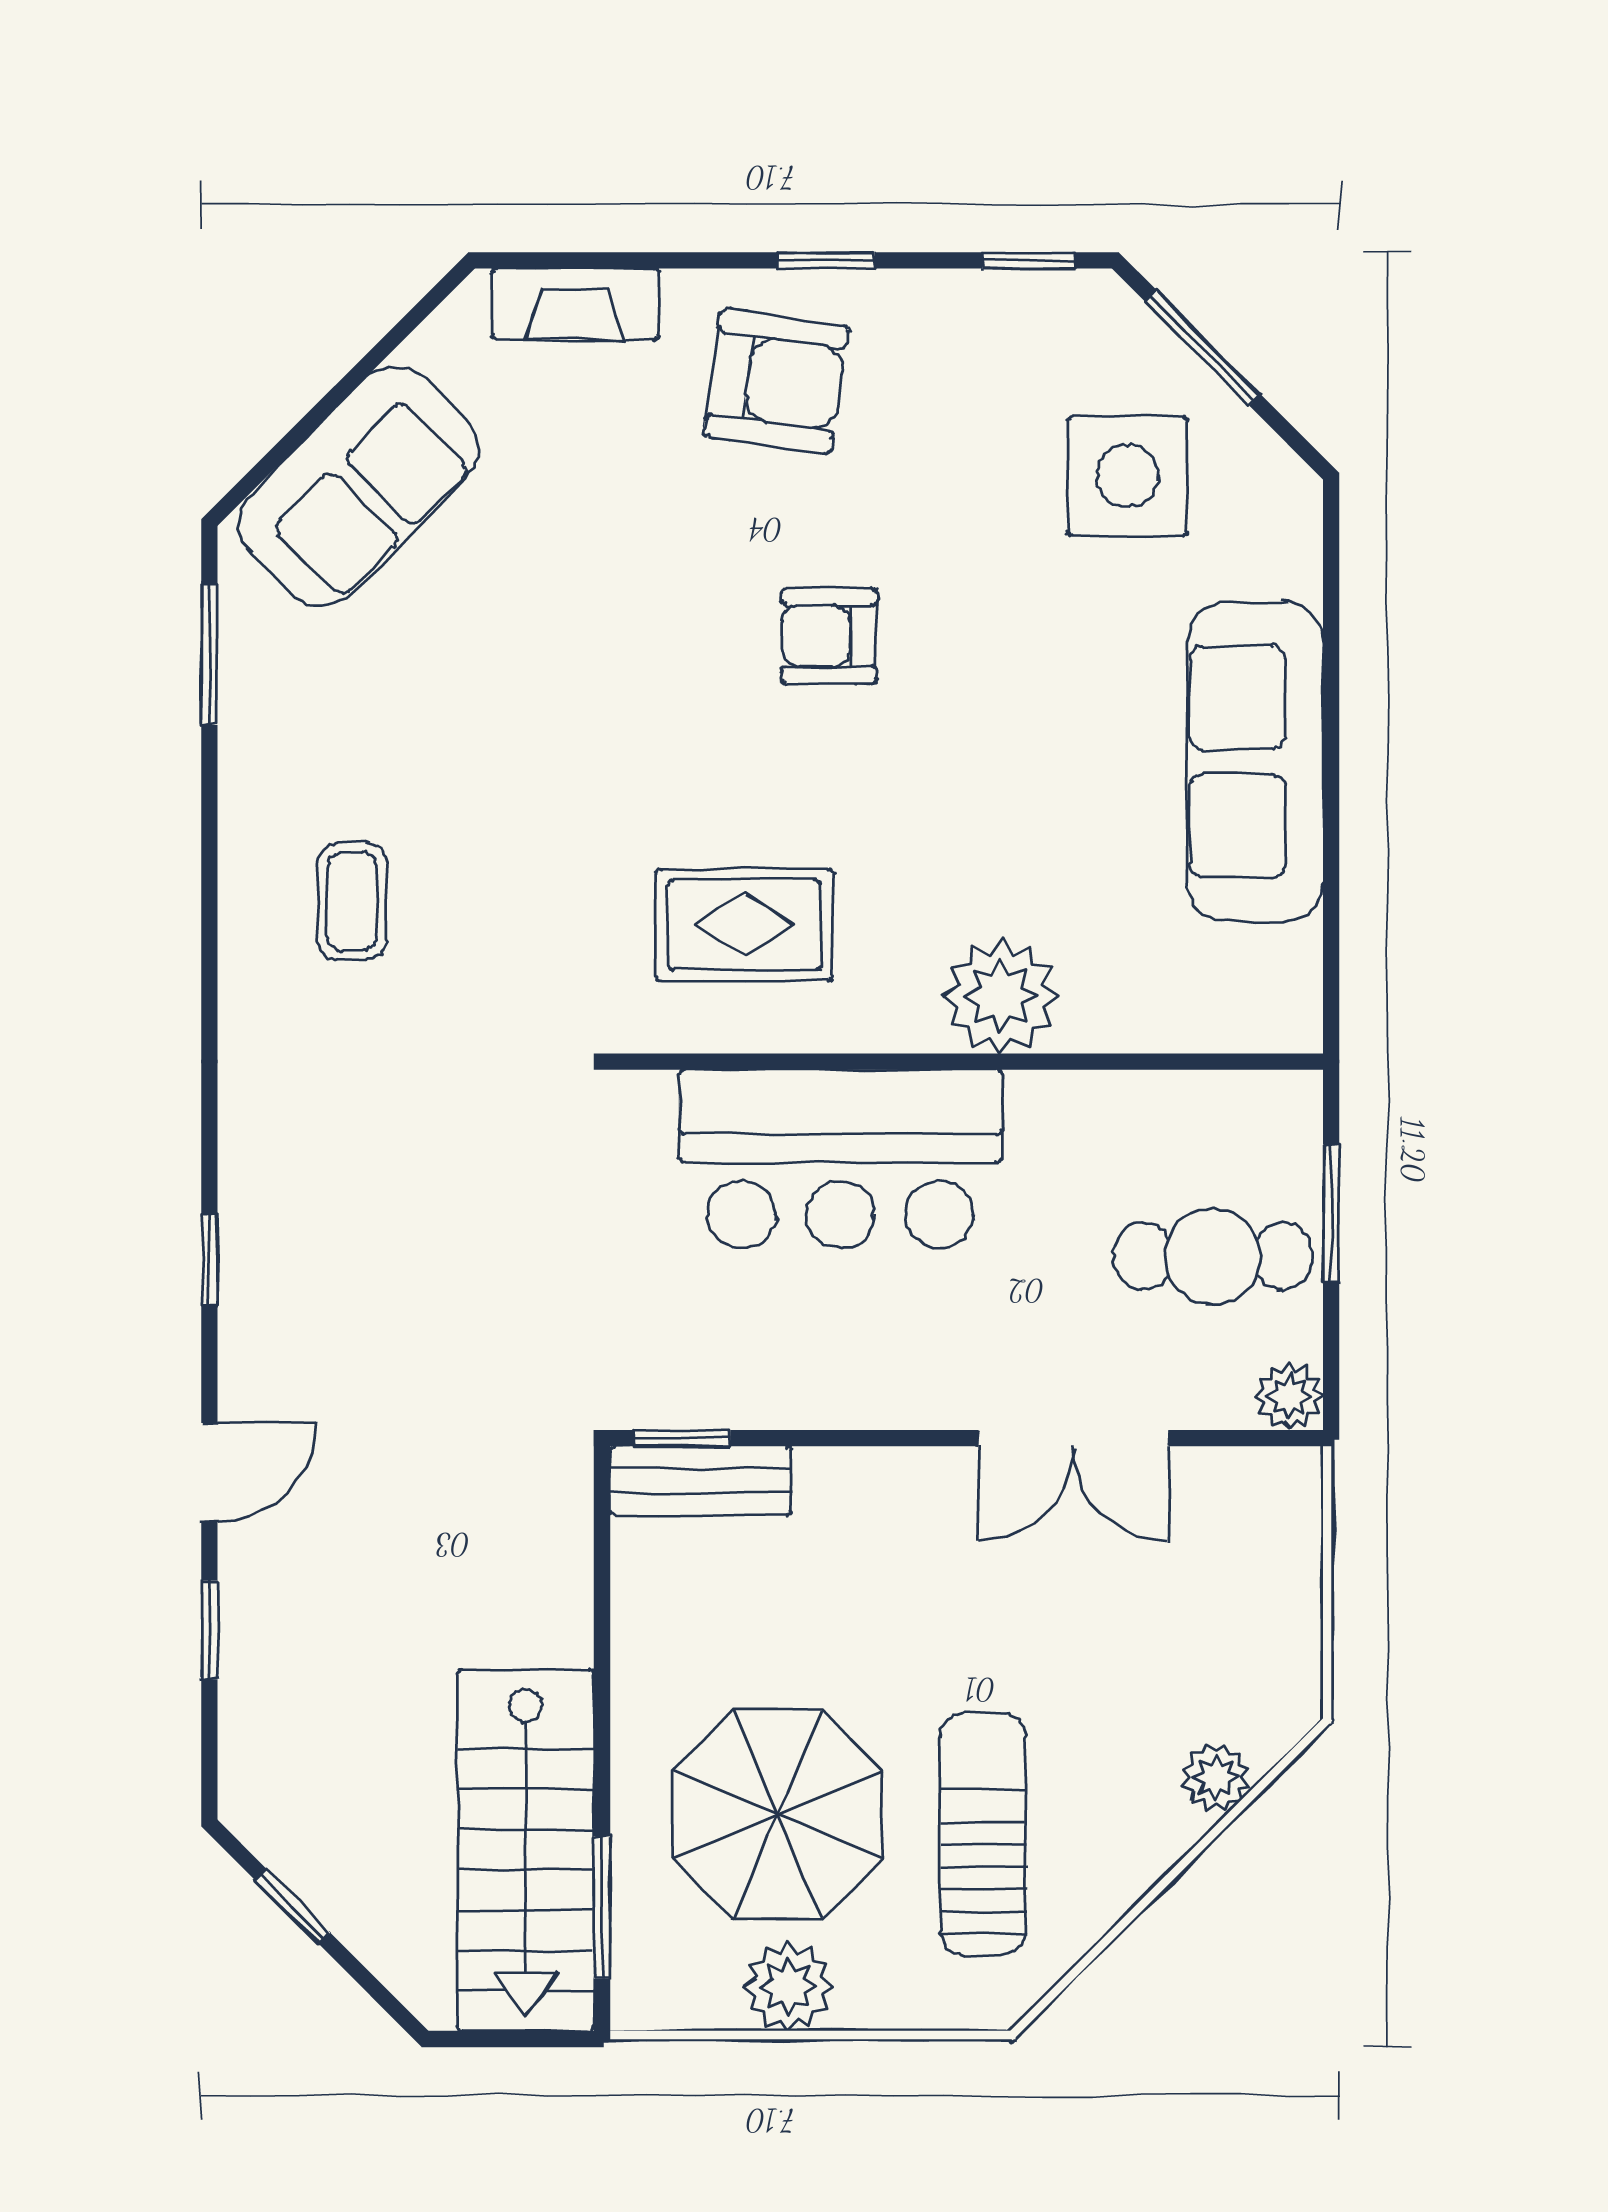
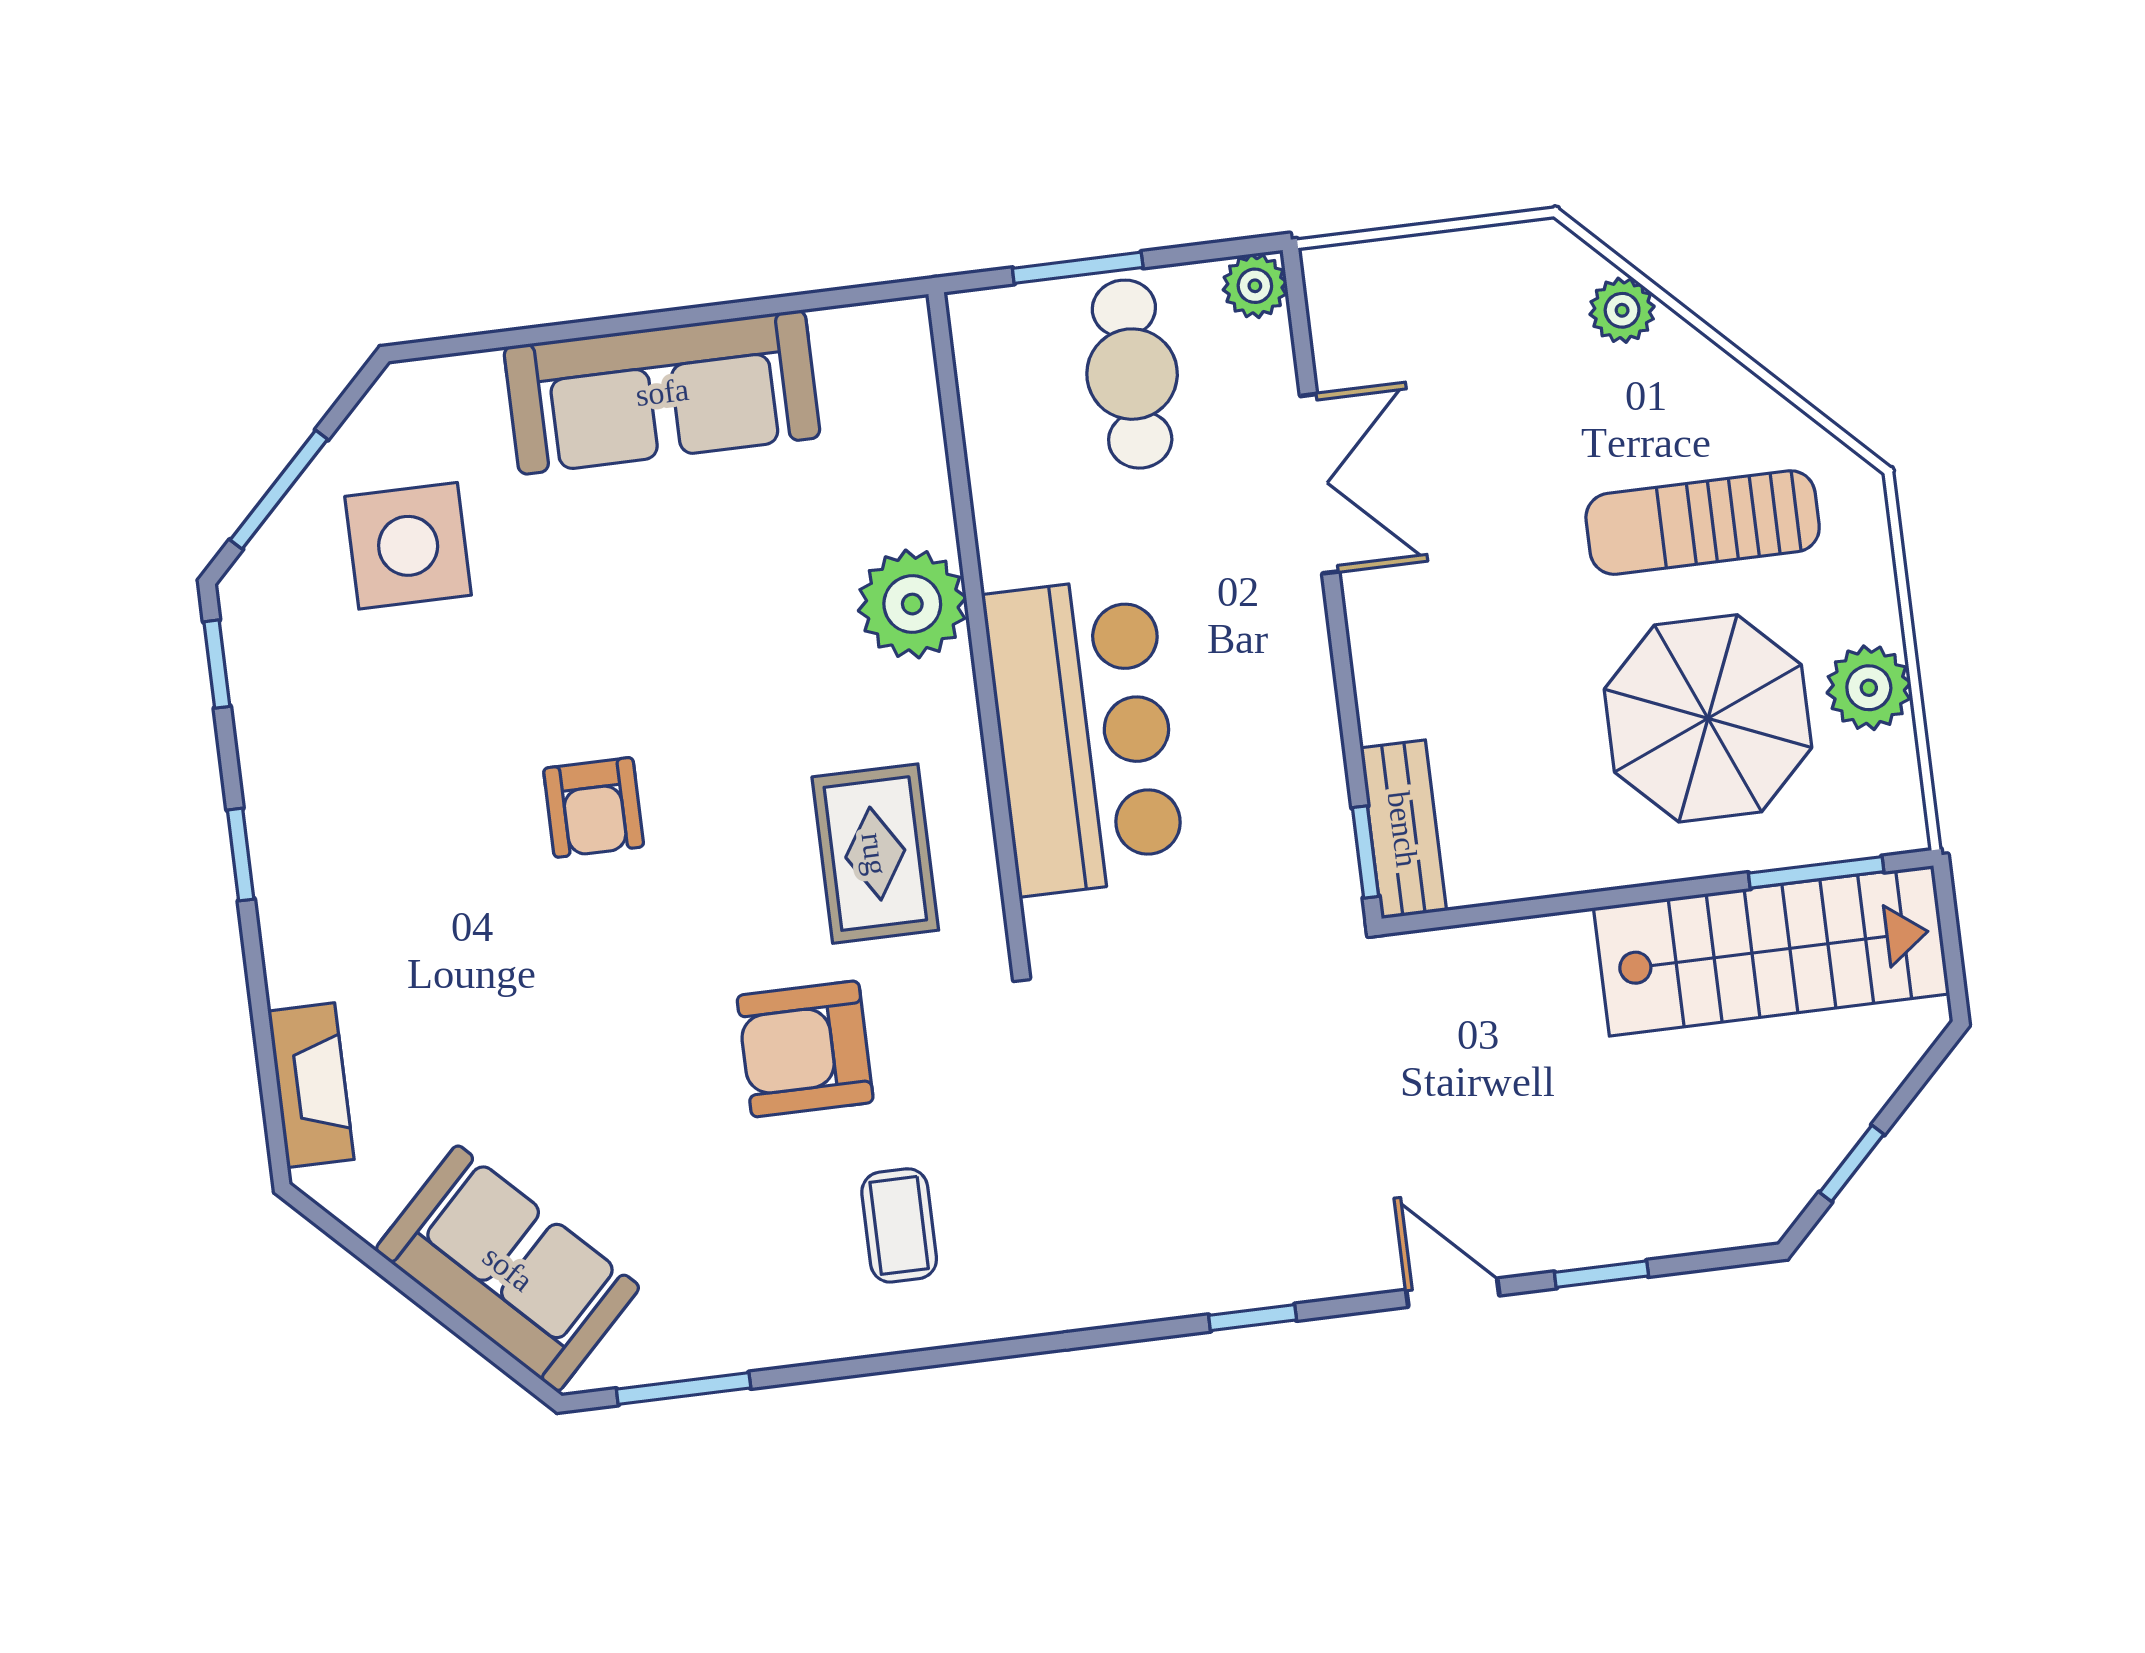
armchair: (776, 381) -> (805, 1049), moved, turned -98
coffee table: (352, 901) -> (899, 1225), turned 90

